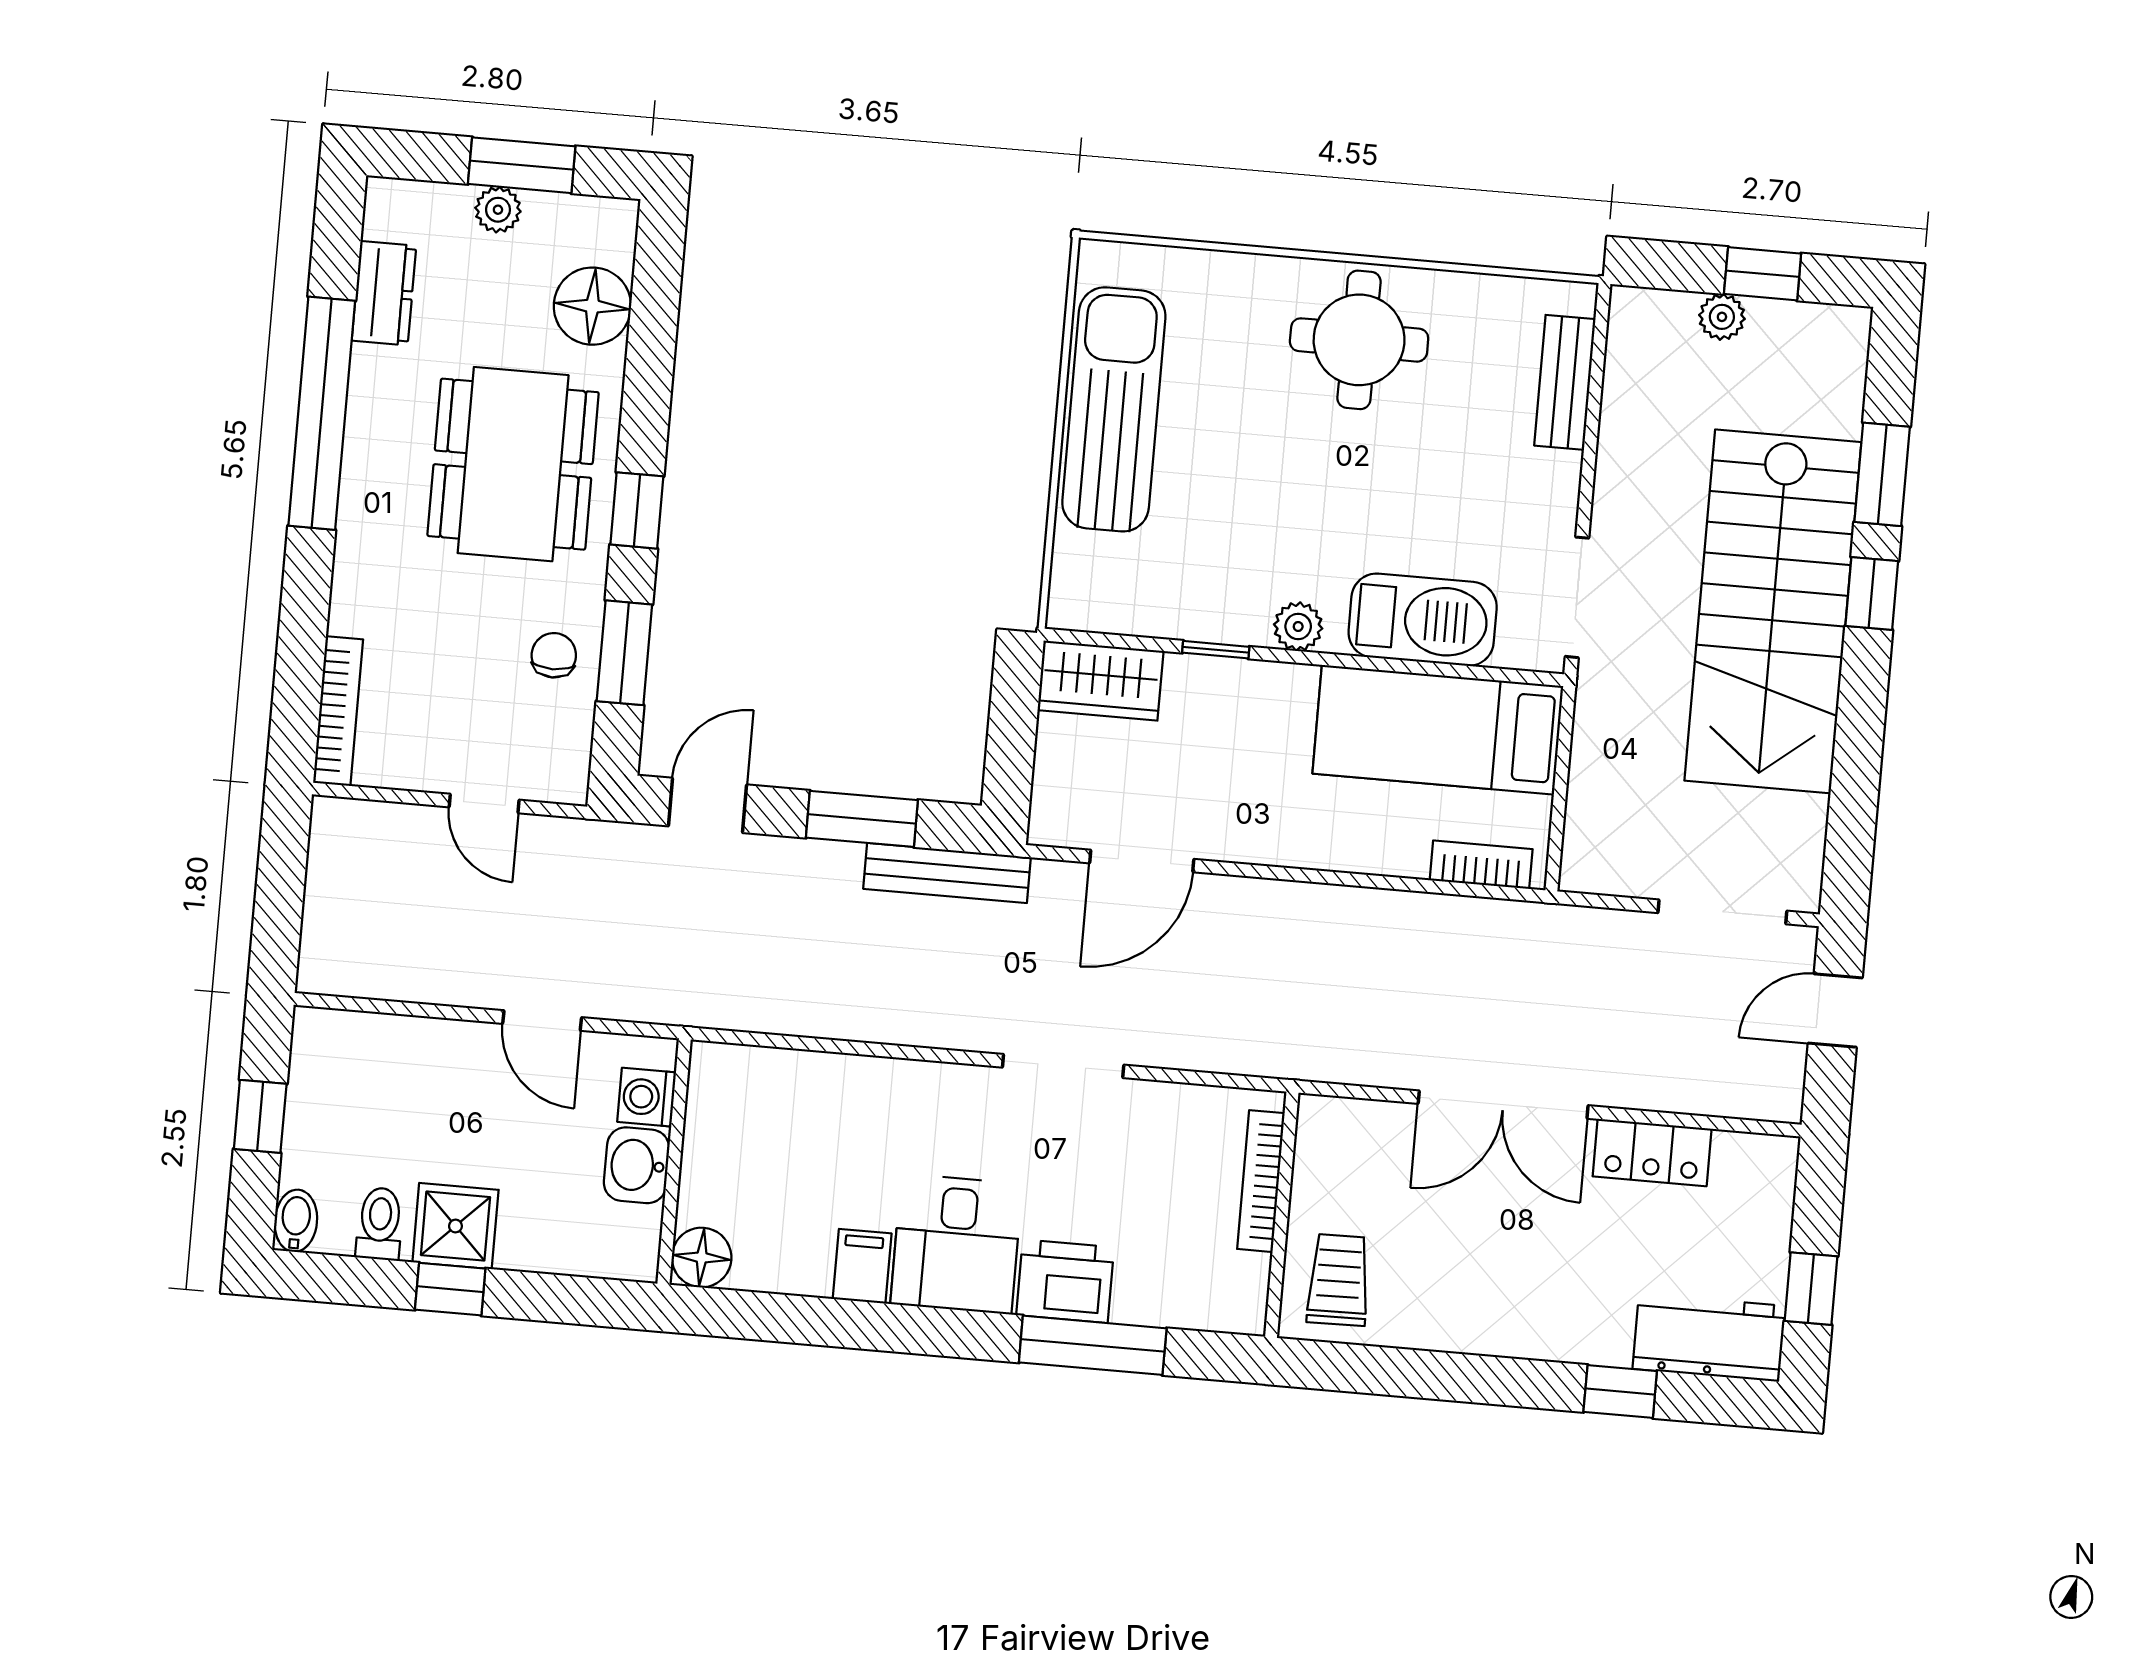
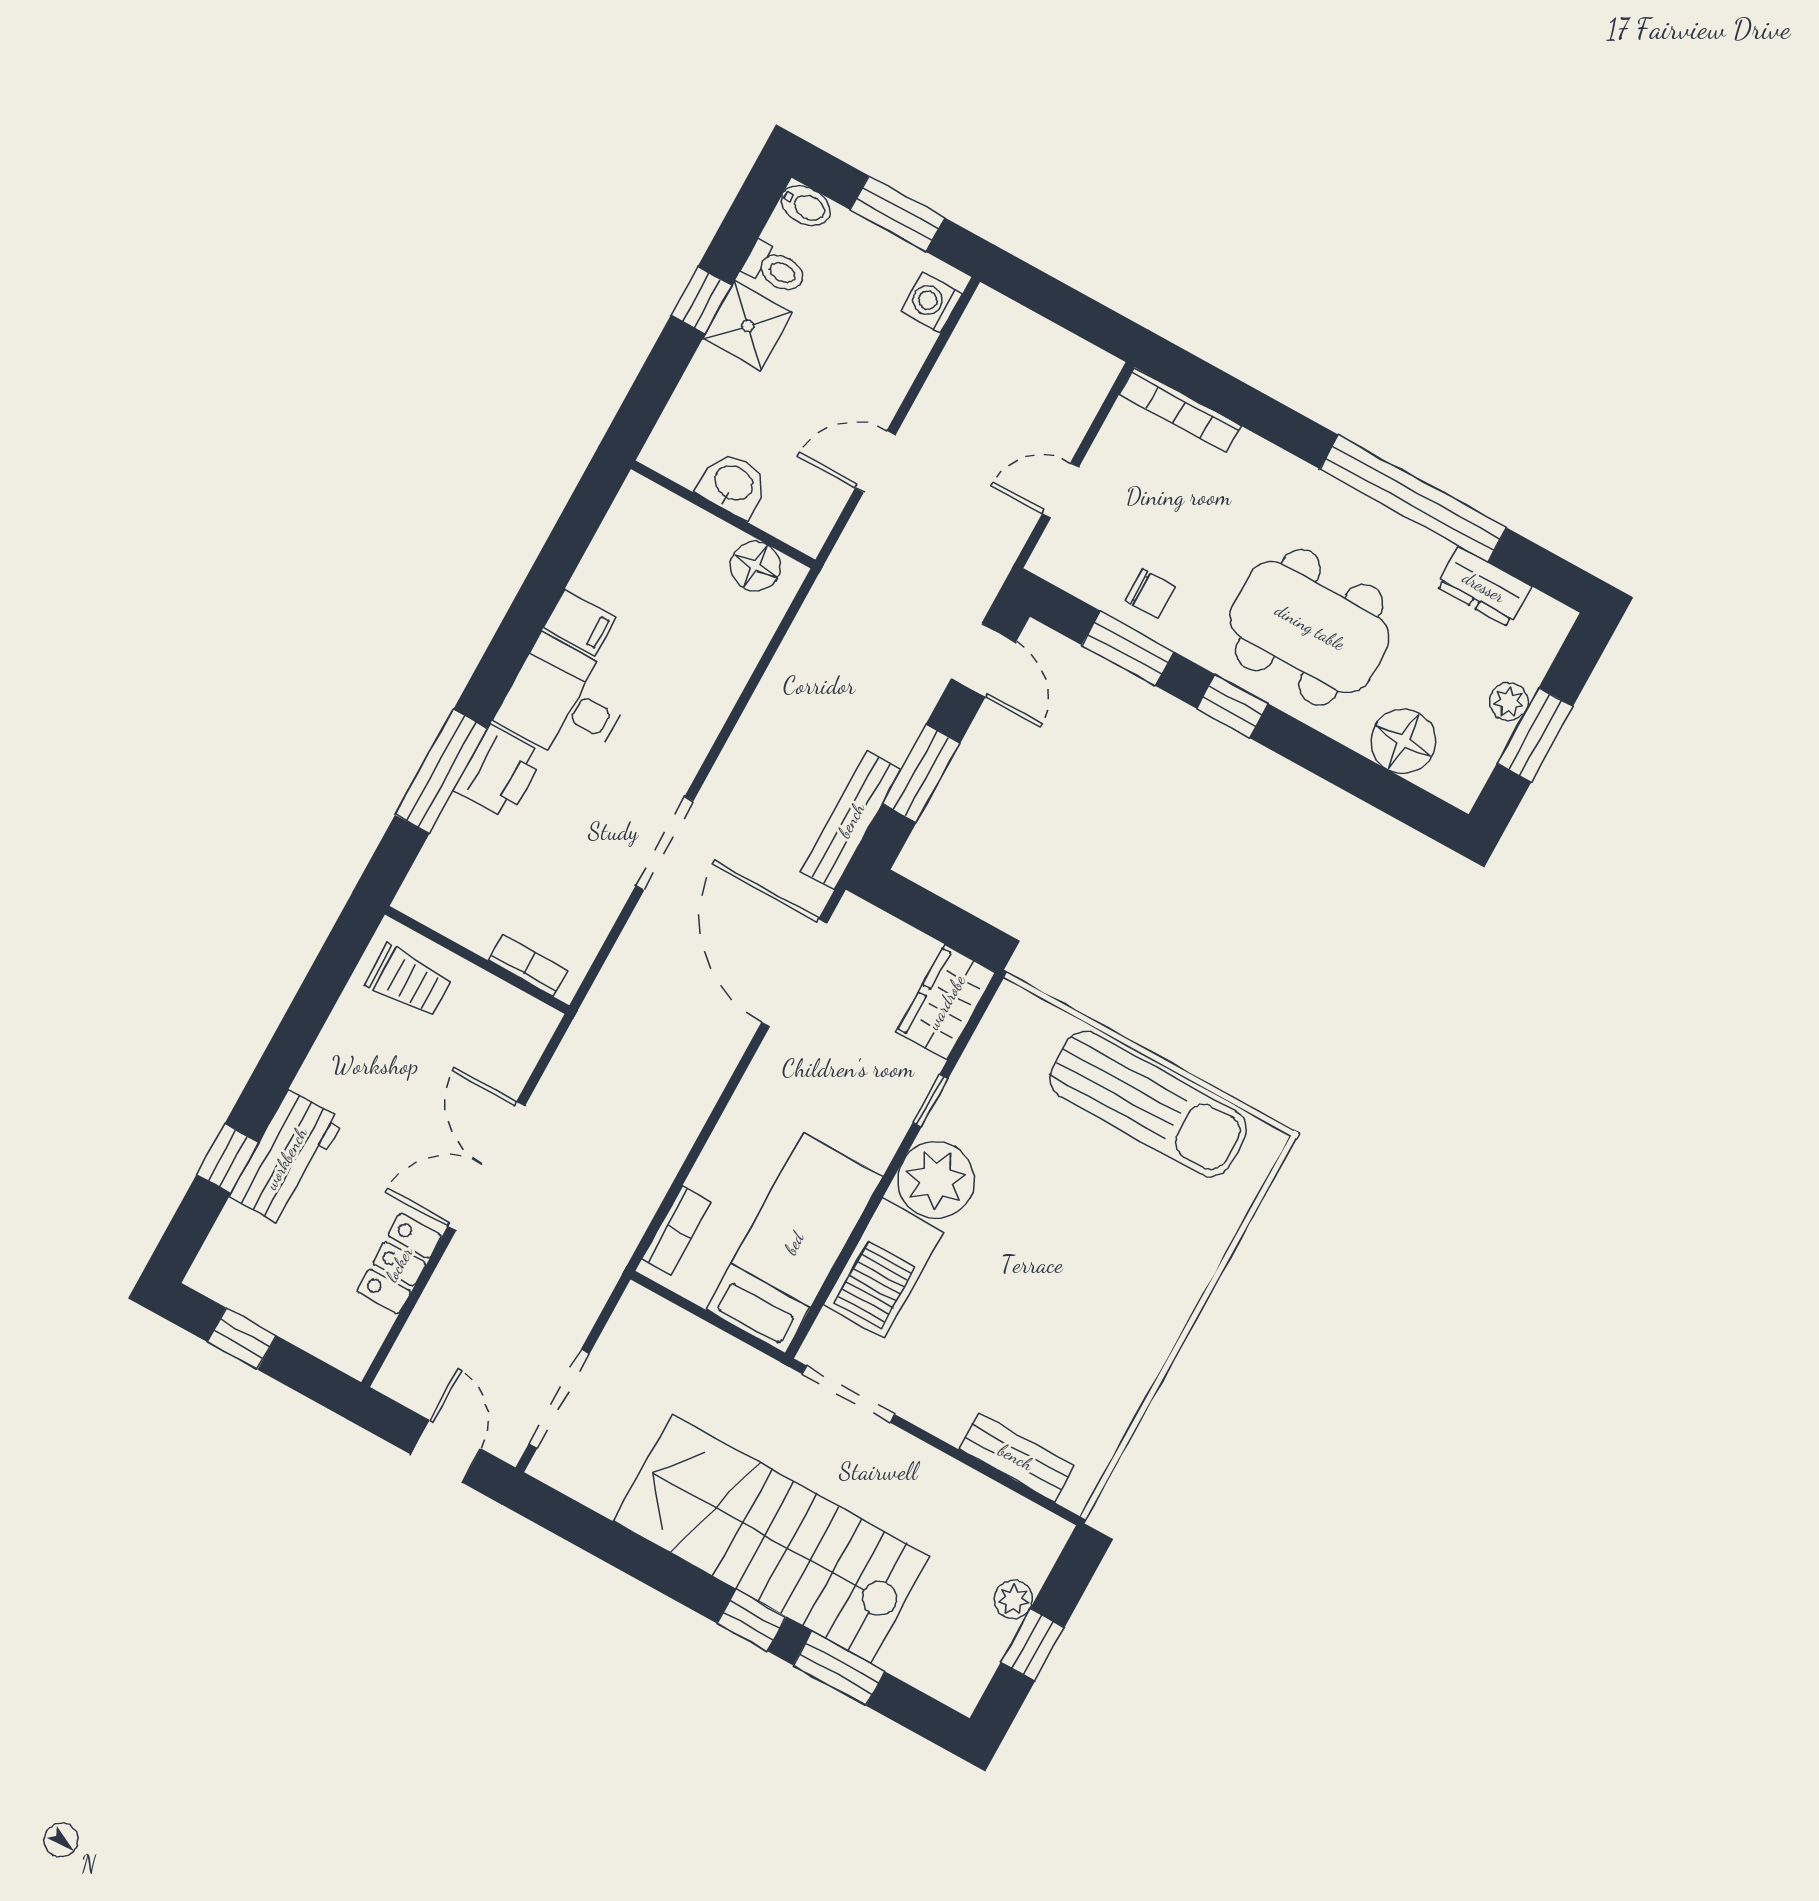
round table: (1359, 340) -> (1118, 1315), removed
plant: (1298, 626) -> (936, 1180), width x1.88, depth x1.88
door: (1142, 861) -> (794, 973), width x1.36
washing machine: (647, 1097) -> (932, 302), moved, turned -90
window: (260, 1116) -> (897, 214), width x1.50
bookcase: (1261, 1181) -> (528, 966), width x0.64
floor lamp: (702, 1257) -> (755, 566), moved
workbench: (1709, 1337) -> (286, 1158), moved

